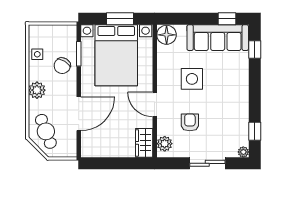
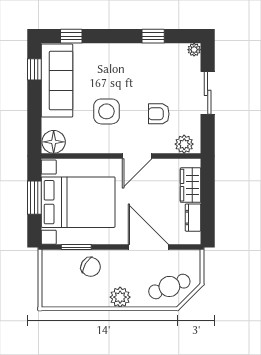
side table: (37, 54) -> (77, 297), removed
window: (255, 131) -> (153, 36), moved
wardrobe: (144, 143) -> (191, 185), moved, turned 90
dresser: (103, 151) -> (193, 218), added

